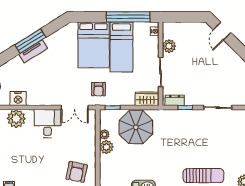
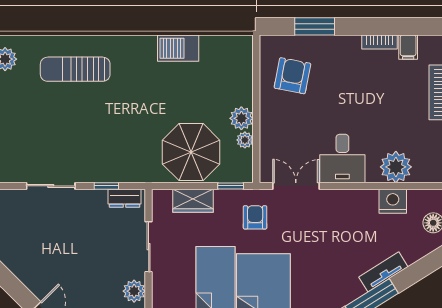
tv unit: (33, 51) -> (383, 272), moved
wardrobe: (147, 99) -> (193, 201), moved

